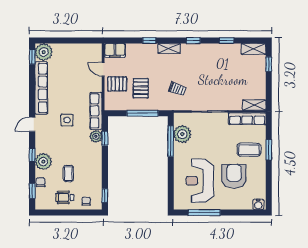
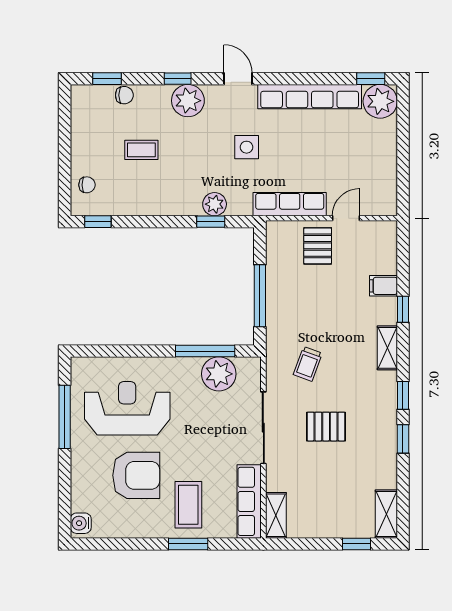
window: (227, 40) -> (403, 439), moved
filing cabinet: (115, 50) -> (383, 286), moved, width x0.50
pallet: (141, 88) -> (326, 427), moved
row of seats: (96, 111) -> (290, 204), moved
plant: (43, 162) -> (188, 101), moved
wheelchair: (65, 197) -> (94, 143), removed

